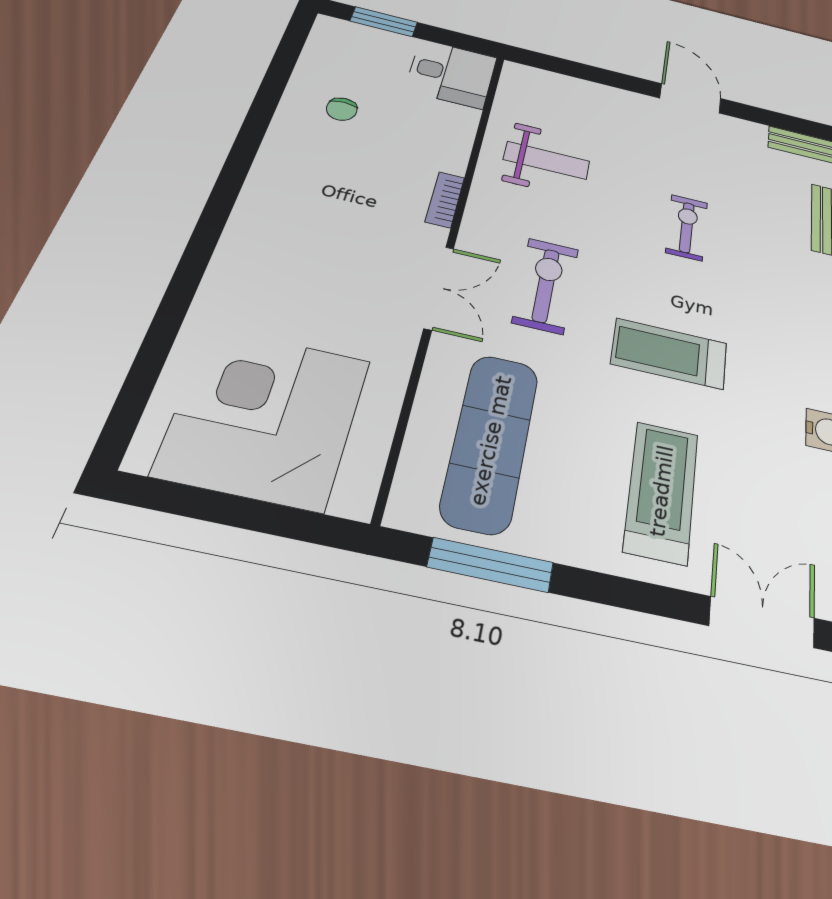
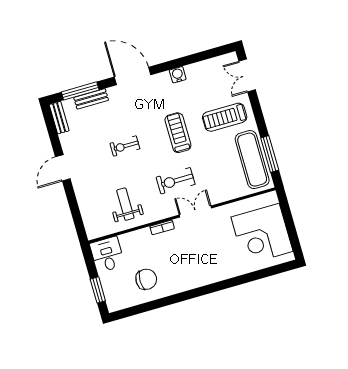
chair: (342, 109) -> (146, 279), width x1.87, depth x1.87
treadmill: (669, 353) -> (178, 133), turned 180
exercise mat: (490, 441) -> (252, 160), moved, turned 90

